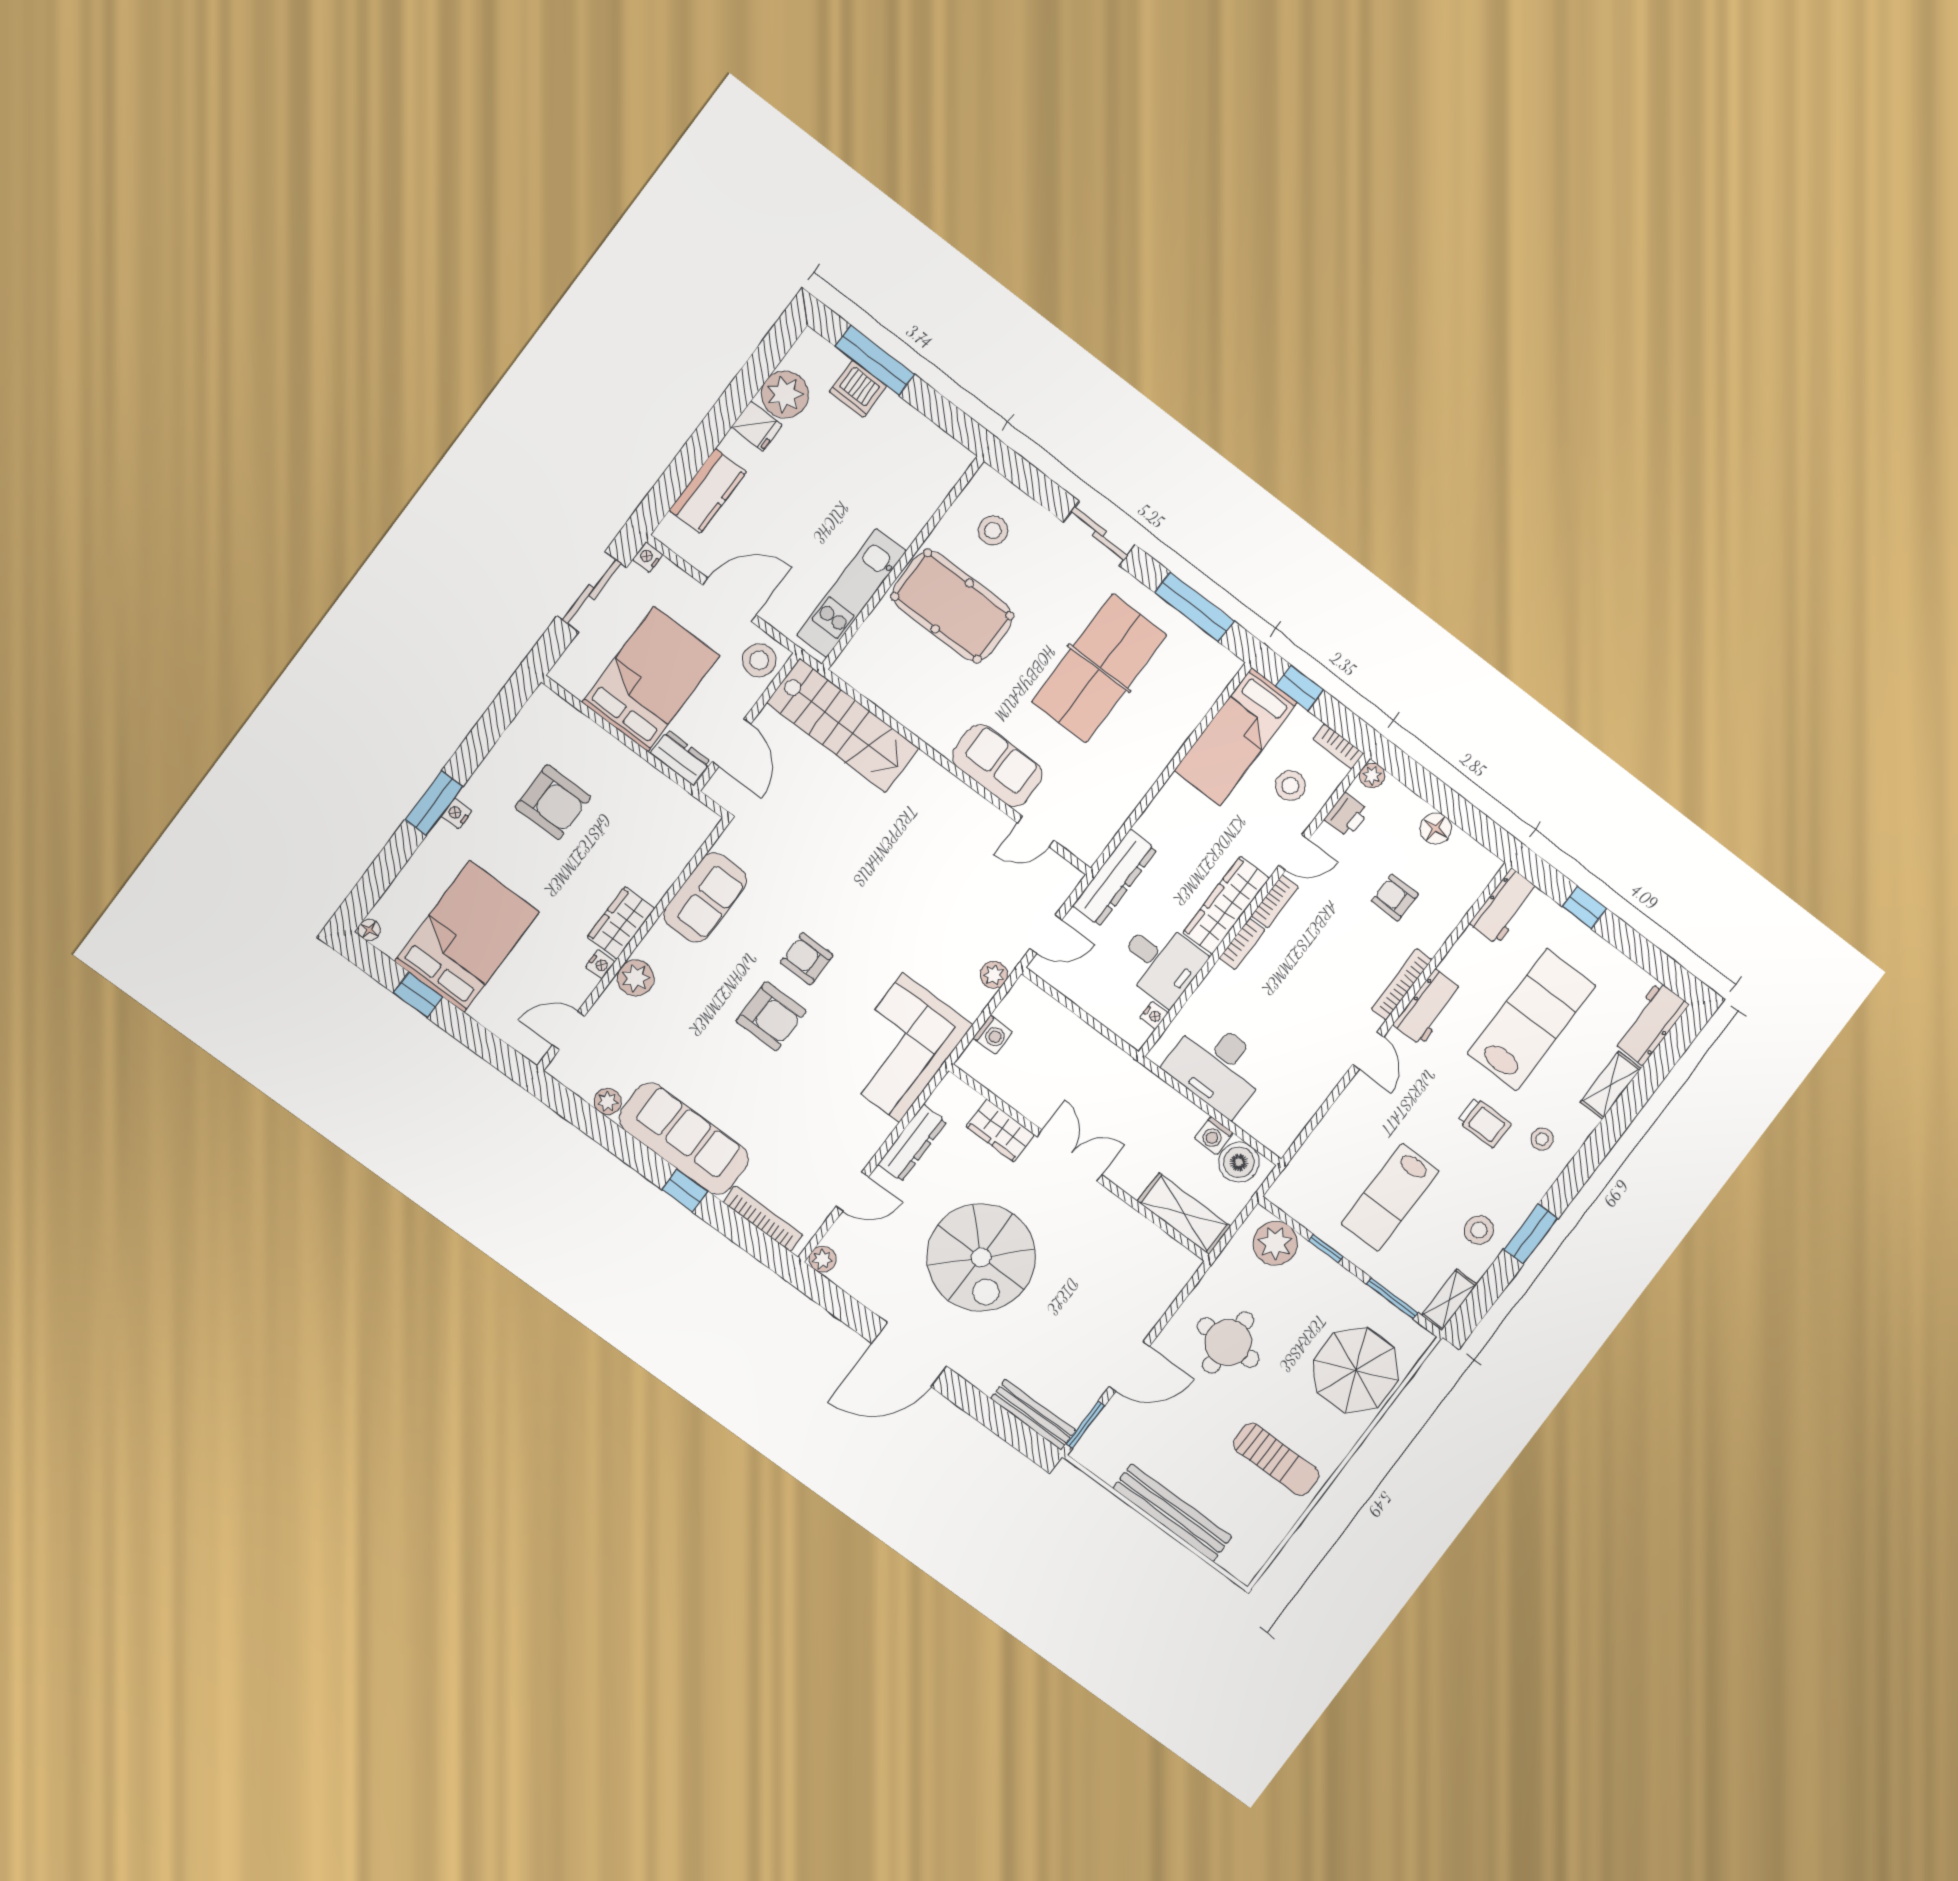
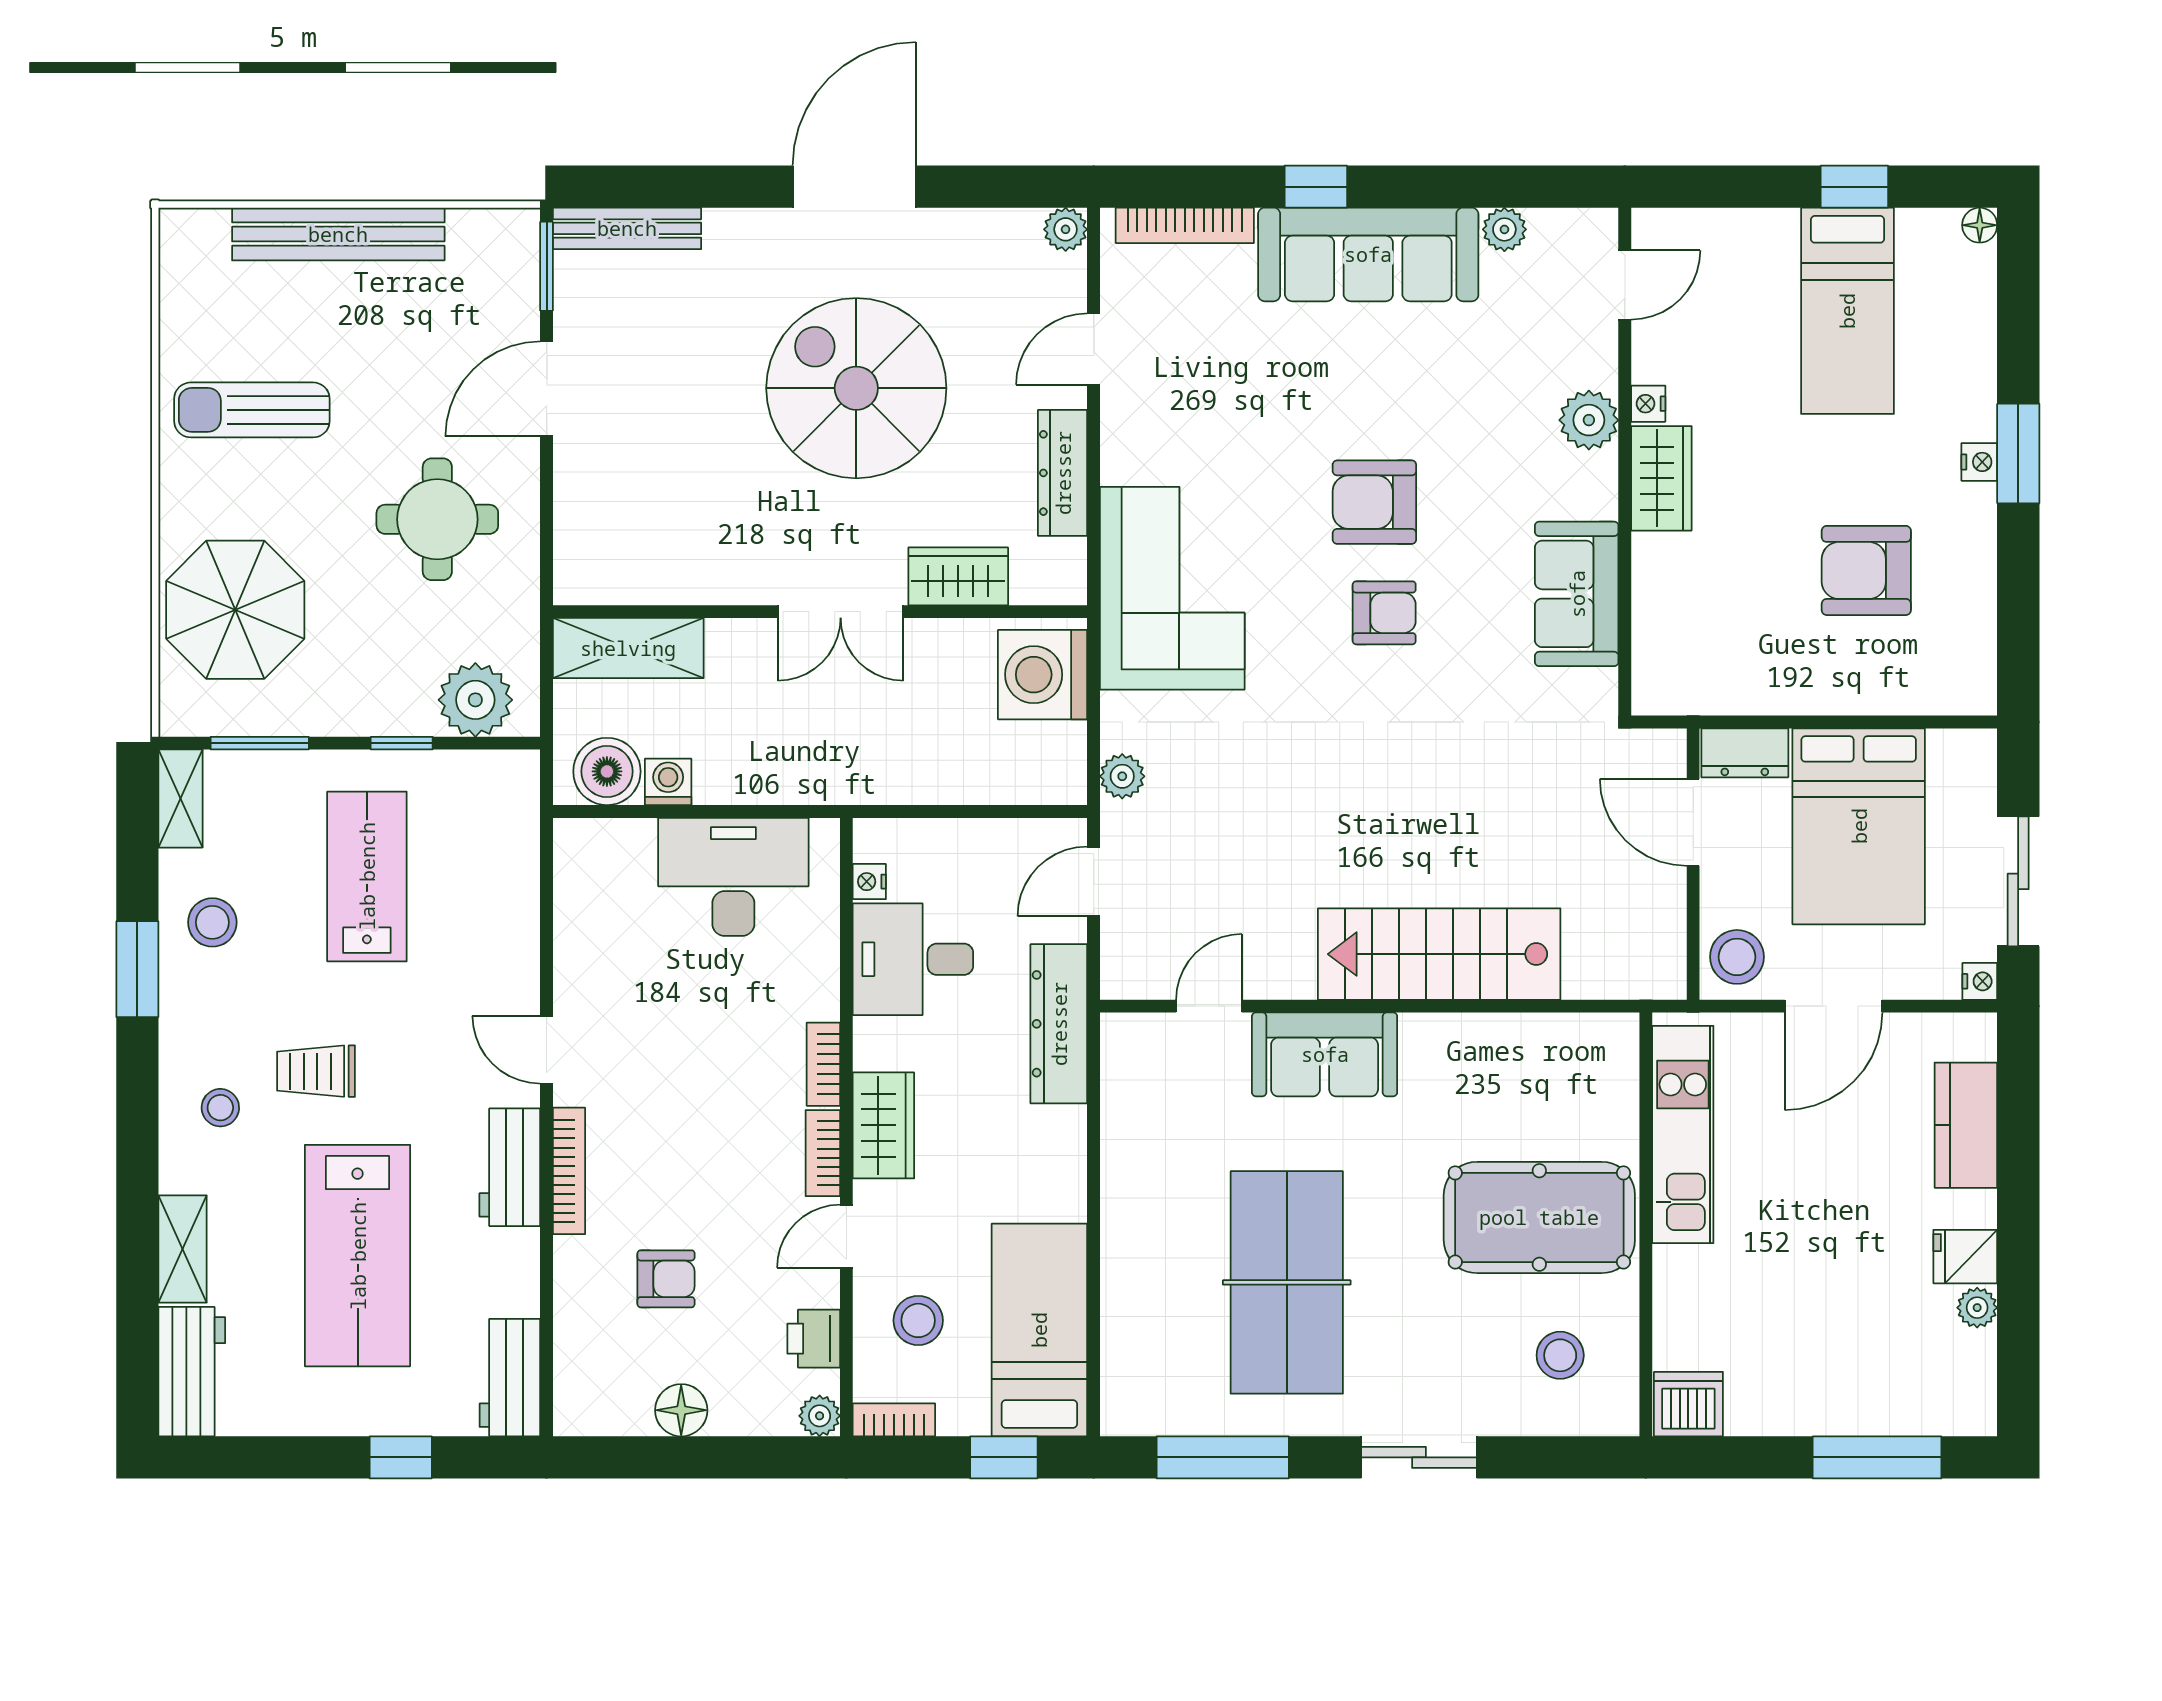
dishwasher: (858, 389) -> (1688, 1404), moved
plant: (785, 394) -> (1977, 1308), width x0.53, depth x0.53
stairs: (843, 725) -> (1439, 954), moved
wardrobe: (1226, 905) -> (883, 1125), width x0.67
bed: (467, 937) -> (1847, 311), width x0.67
washing machine: (993, 1035) -> (1043, 675), width x1.89, depth x1.89

